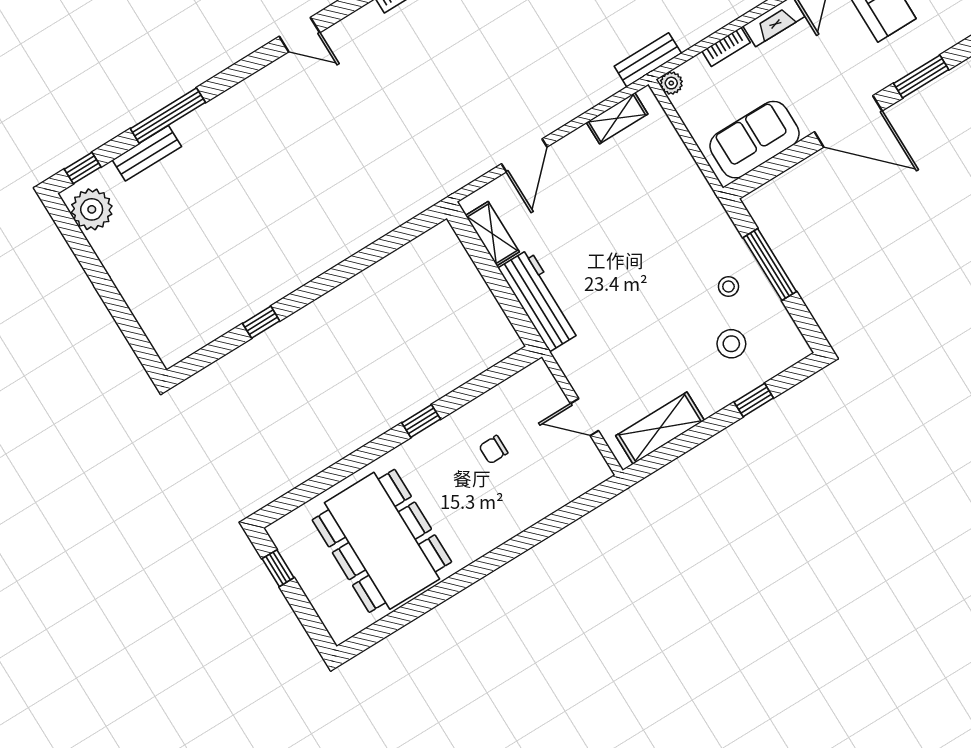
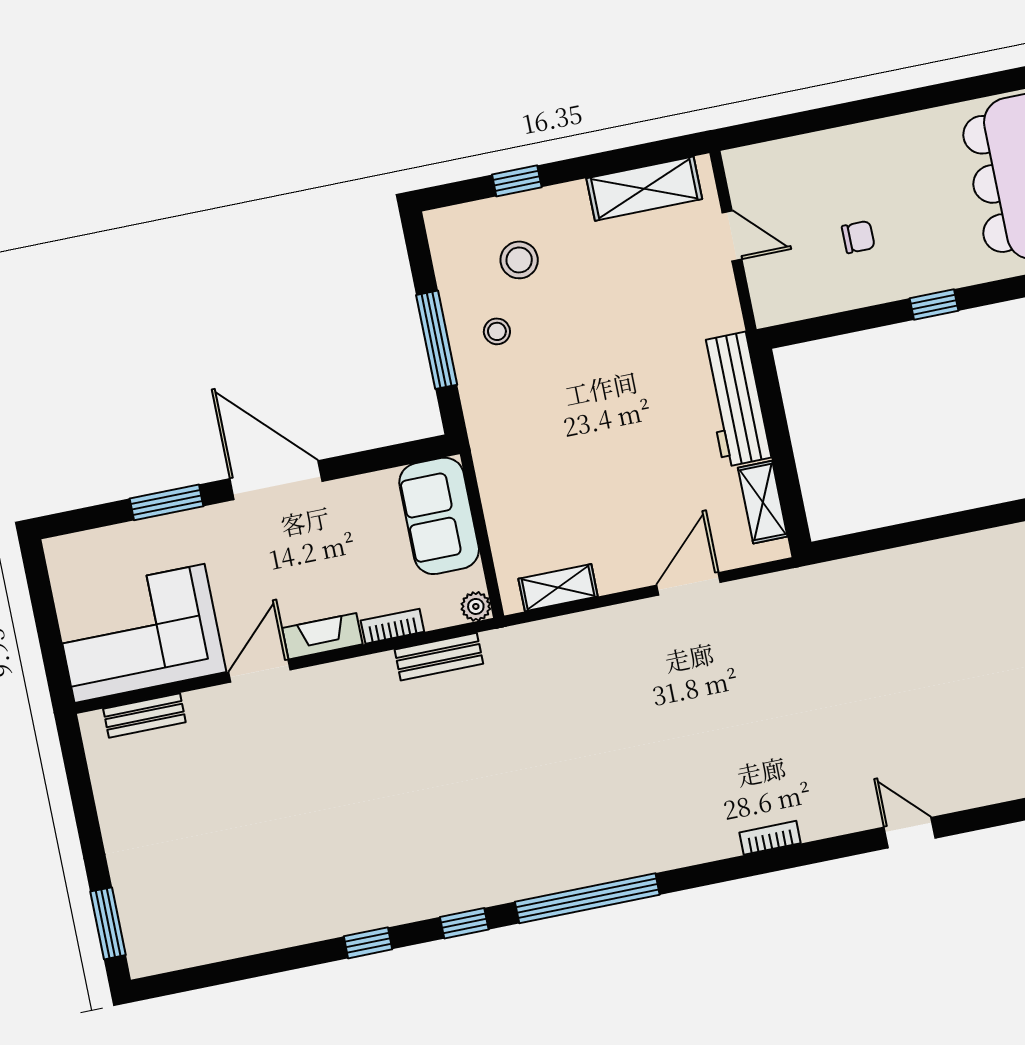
bench: (648, 60) -> (439, 657), moved
sofa: (754, 140) -> (439, 516), moved, turned 90

